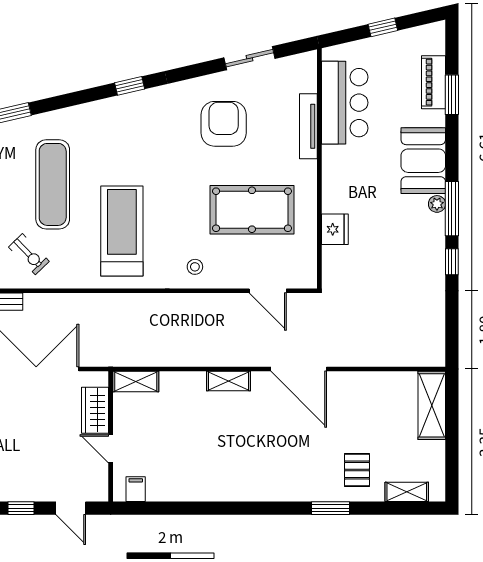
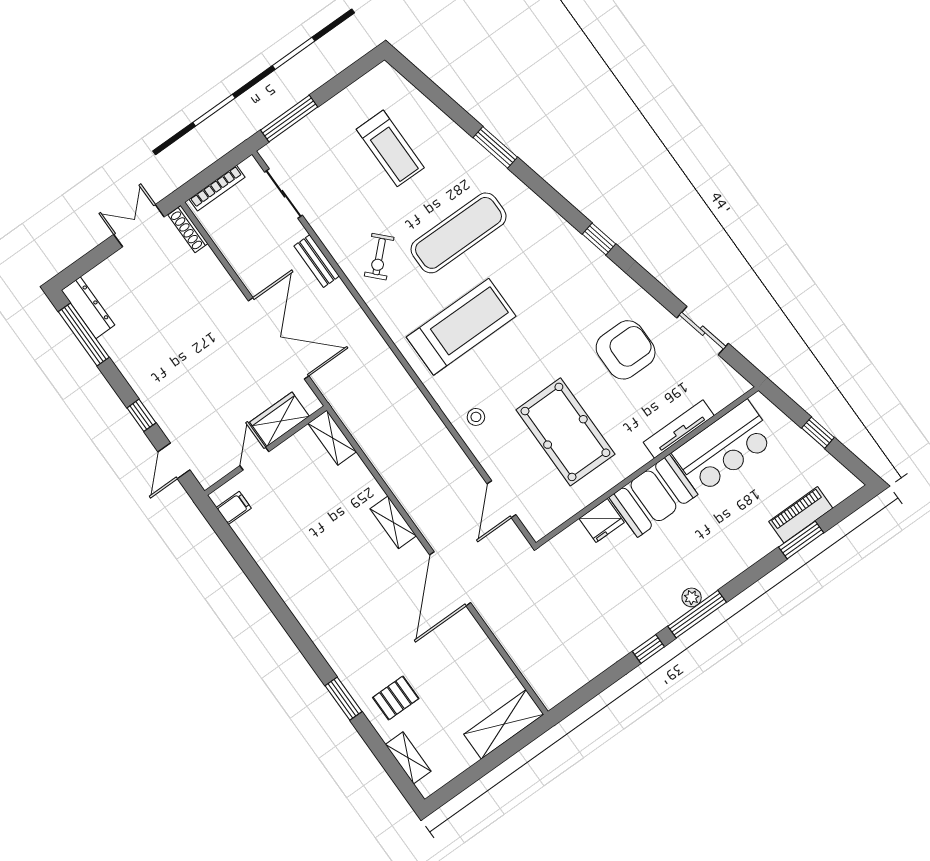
booth: (423, 161) -> (653, 496), moved

